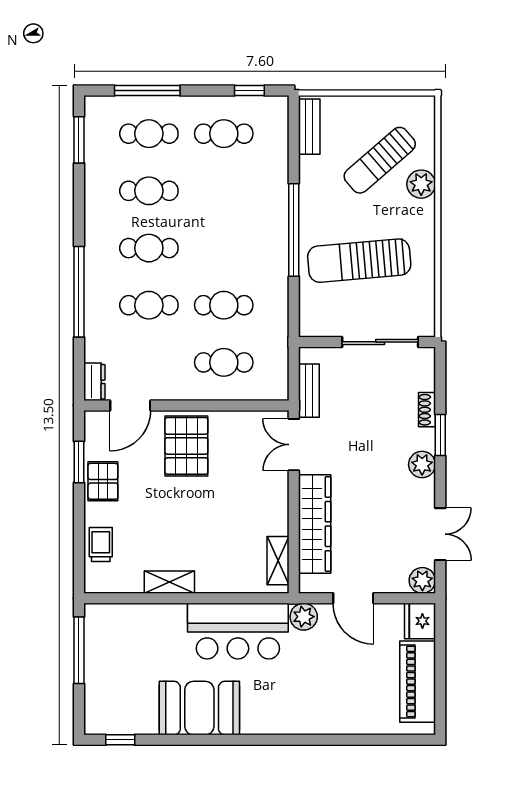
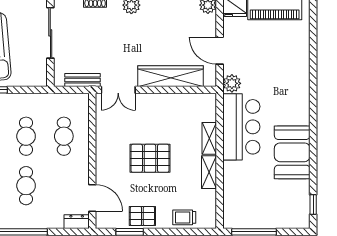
pallet: (186, 446) -> (150, 158), moved
shelving: (278, 561) -> (209, 138), moved, turned 90
door: (353, 598) -> (220, 51), swing flipped

